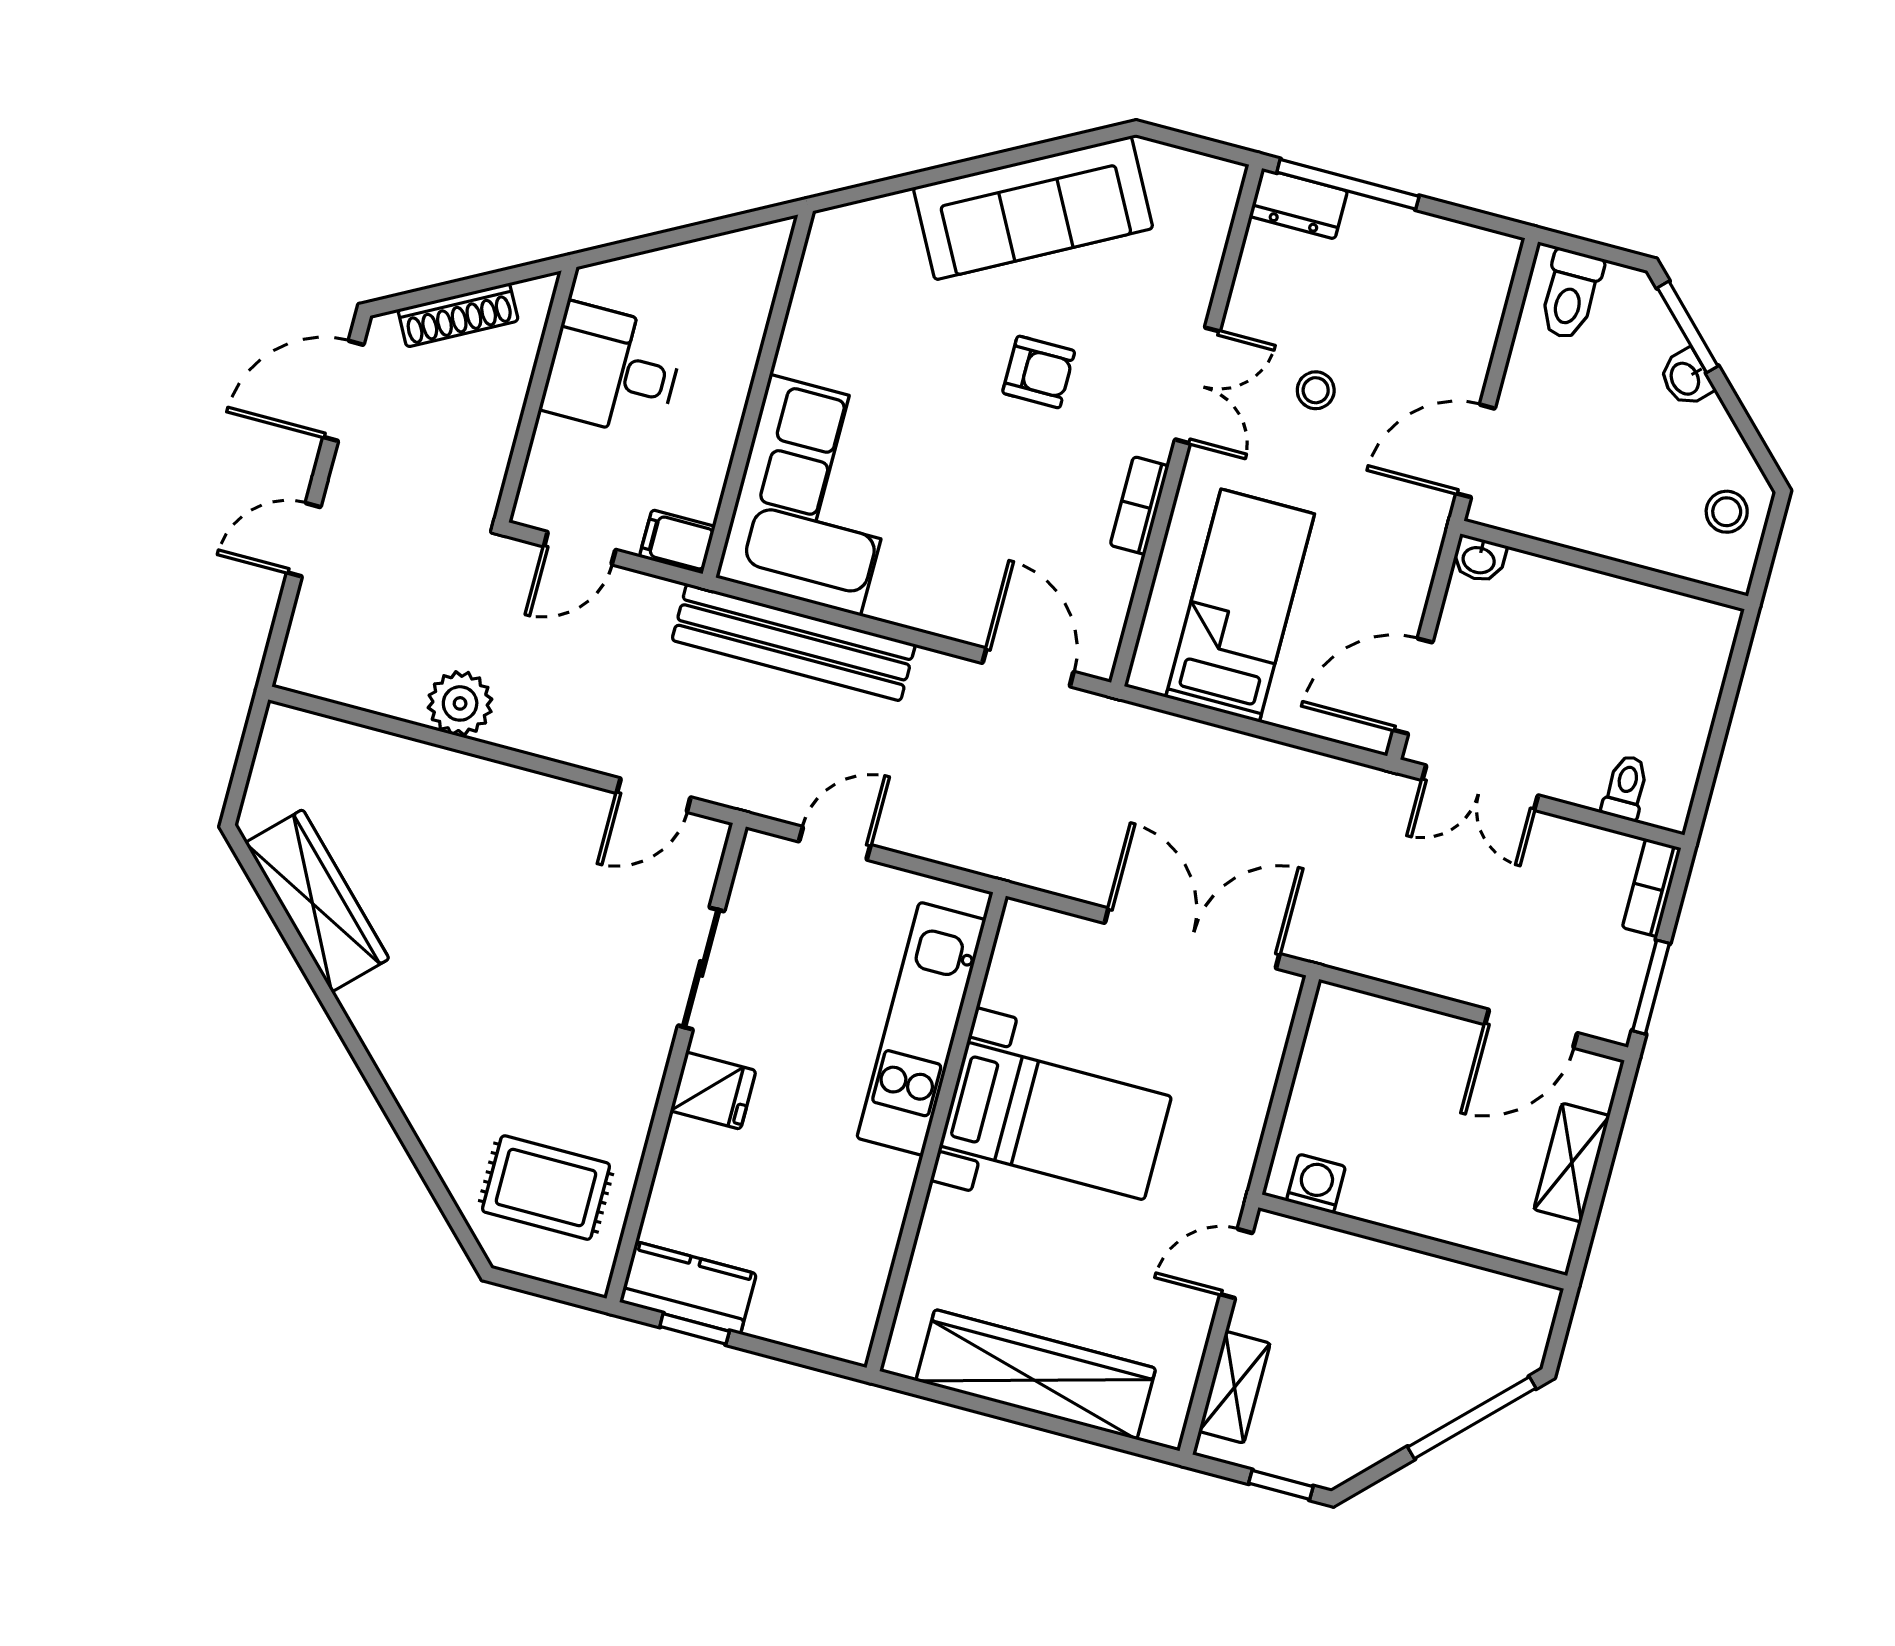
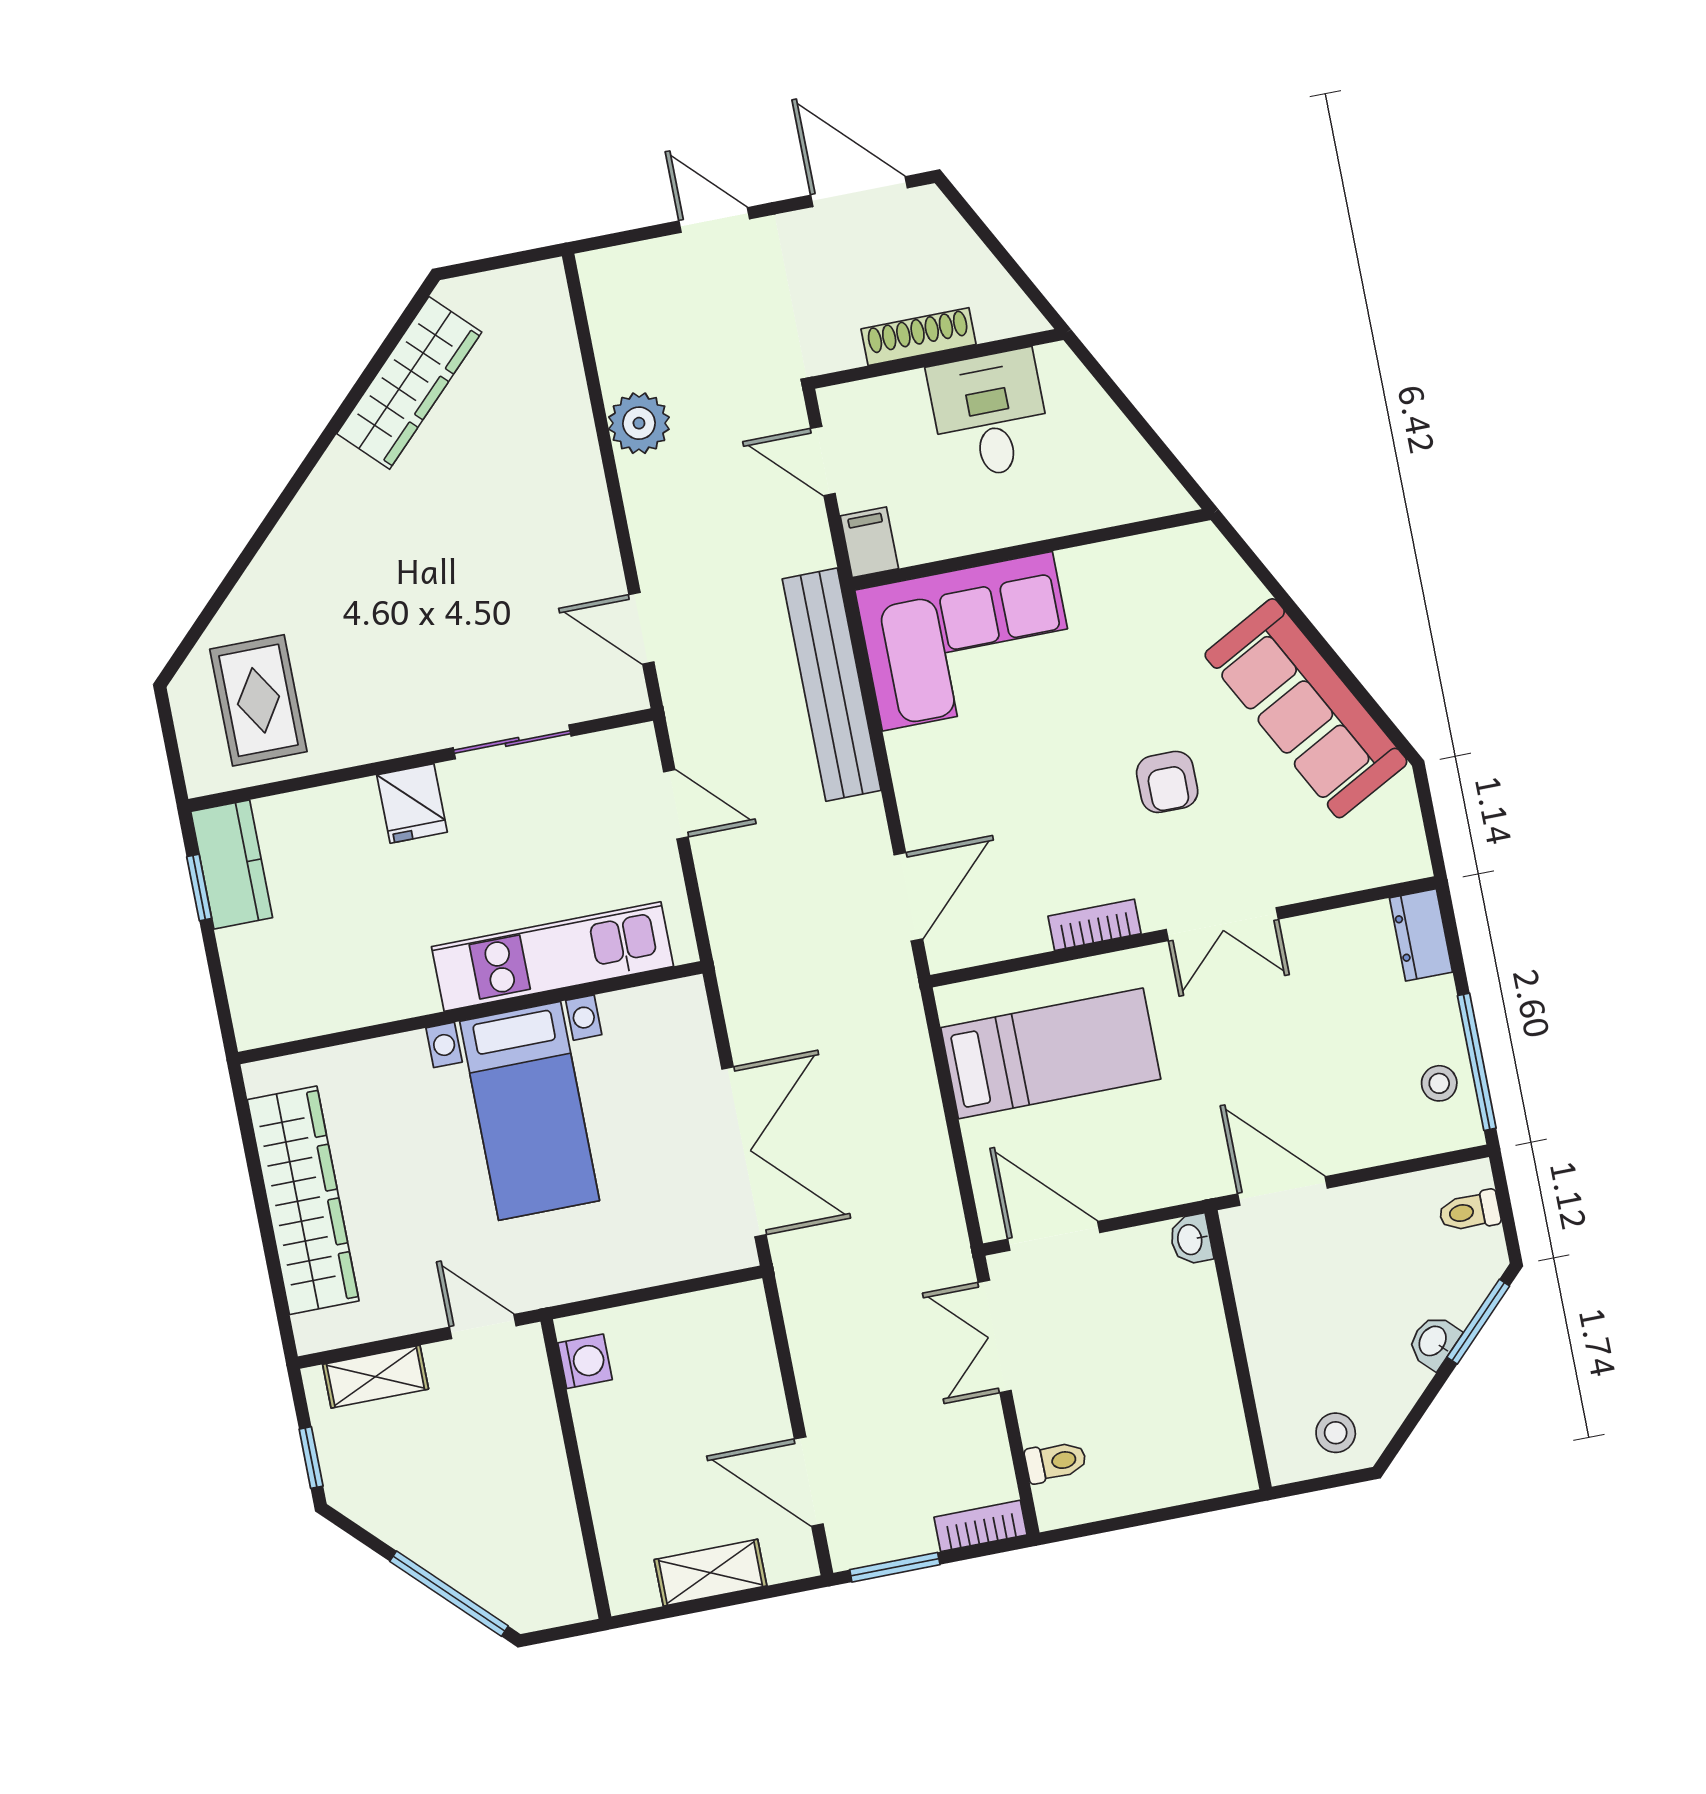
window: (1348, 184) -> (1477, 1062), moved
toilet: (1570, 294) -> (1470, 1211), width x0.73, depth x0.72
shoe rack: (458, 315) -> (919, 337), moved, turned 118
stool: (1316, 390) -> (1439, 1083), moved

